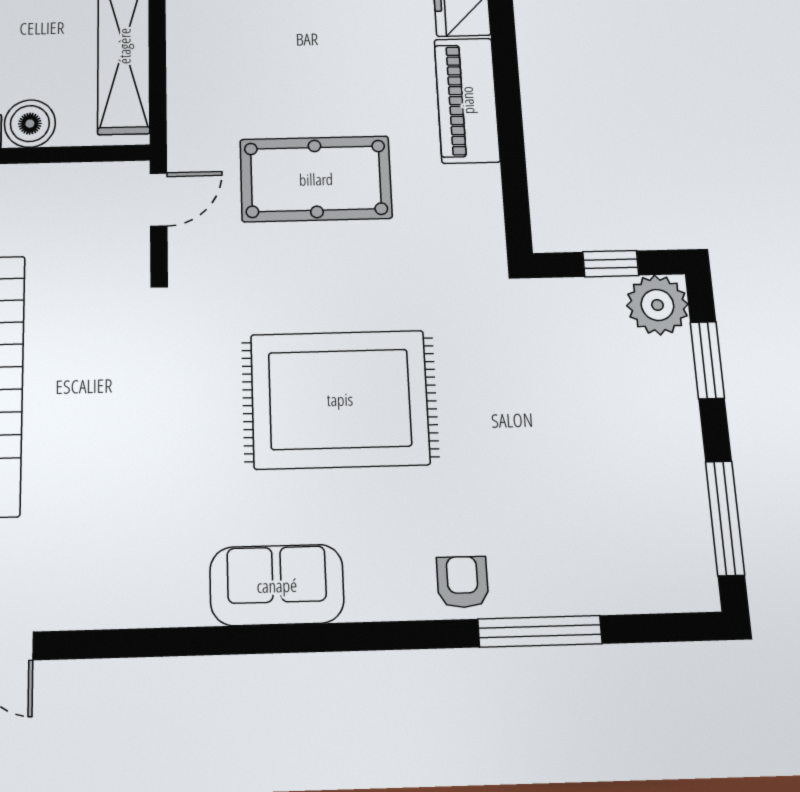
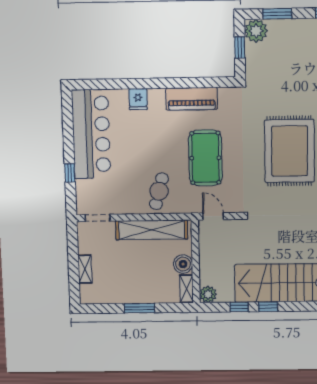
cafe table: (226, 64) -> (159, 191), added
piano: (467, 100) -> (192, 99), moved

